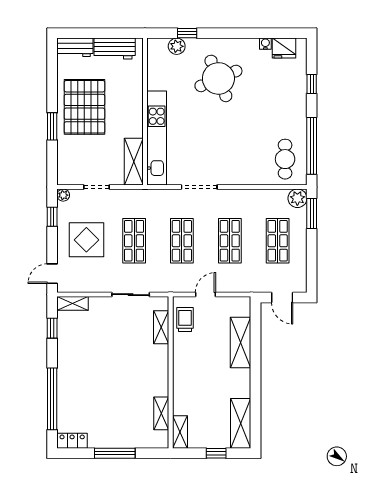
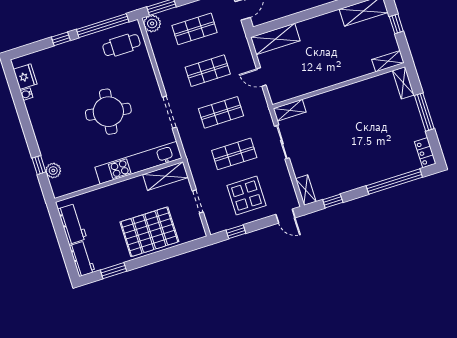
round table: (218, 78) -> (108, 112), moved, turned 31
window: (312, 84) -> (61, 39), moved
pallet: (84, 107) -> (149, 232), moved
window: (52, 126) -> (113, 271), moved
plant: (63, 195) -> (214, 228), removed
trolley: (185, 320) -> (289, 88), removed
shelving: (161, 327) -> (290, 110), moved
shelving: (240, 343) -> (275, 39), moved
shelving: (161, 413) -> (403, 83), moved, turned 90

